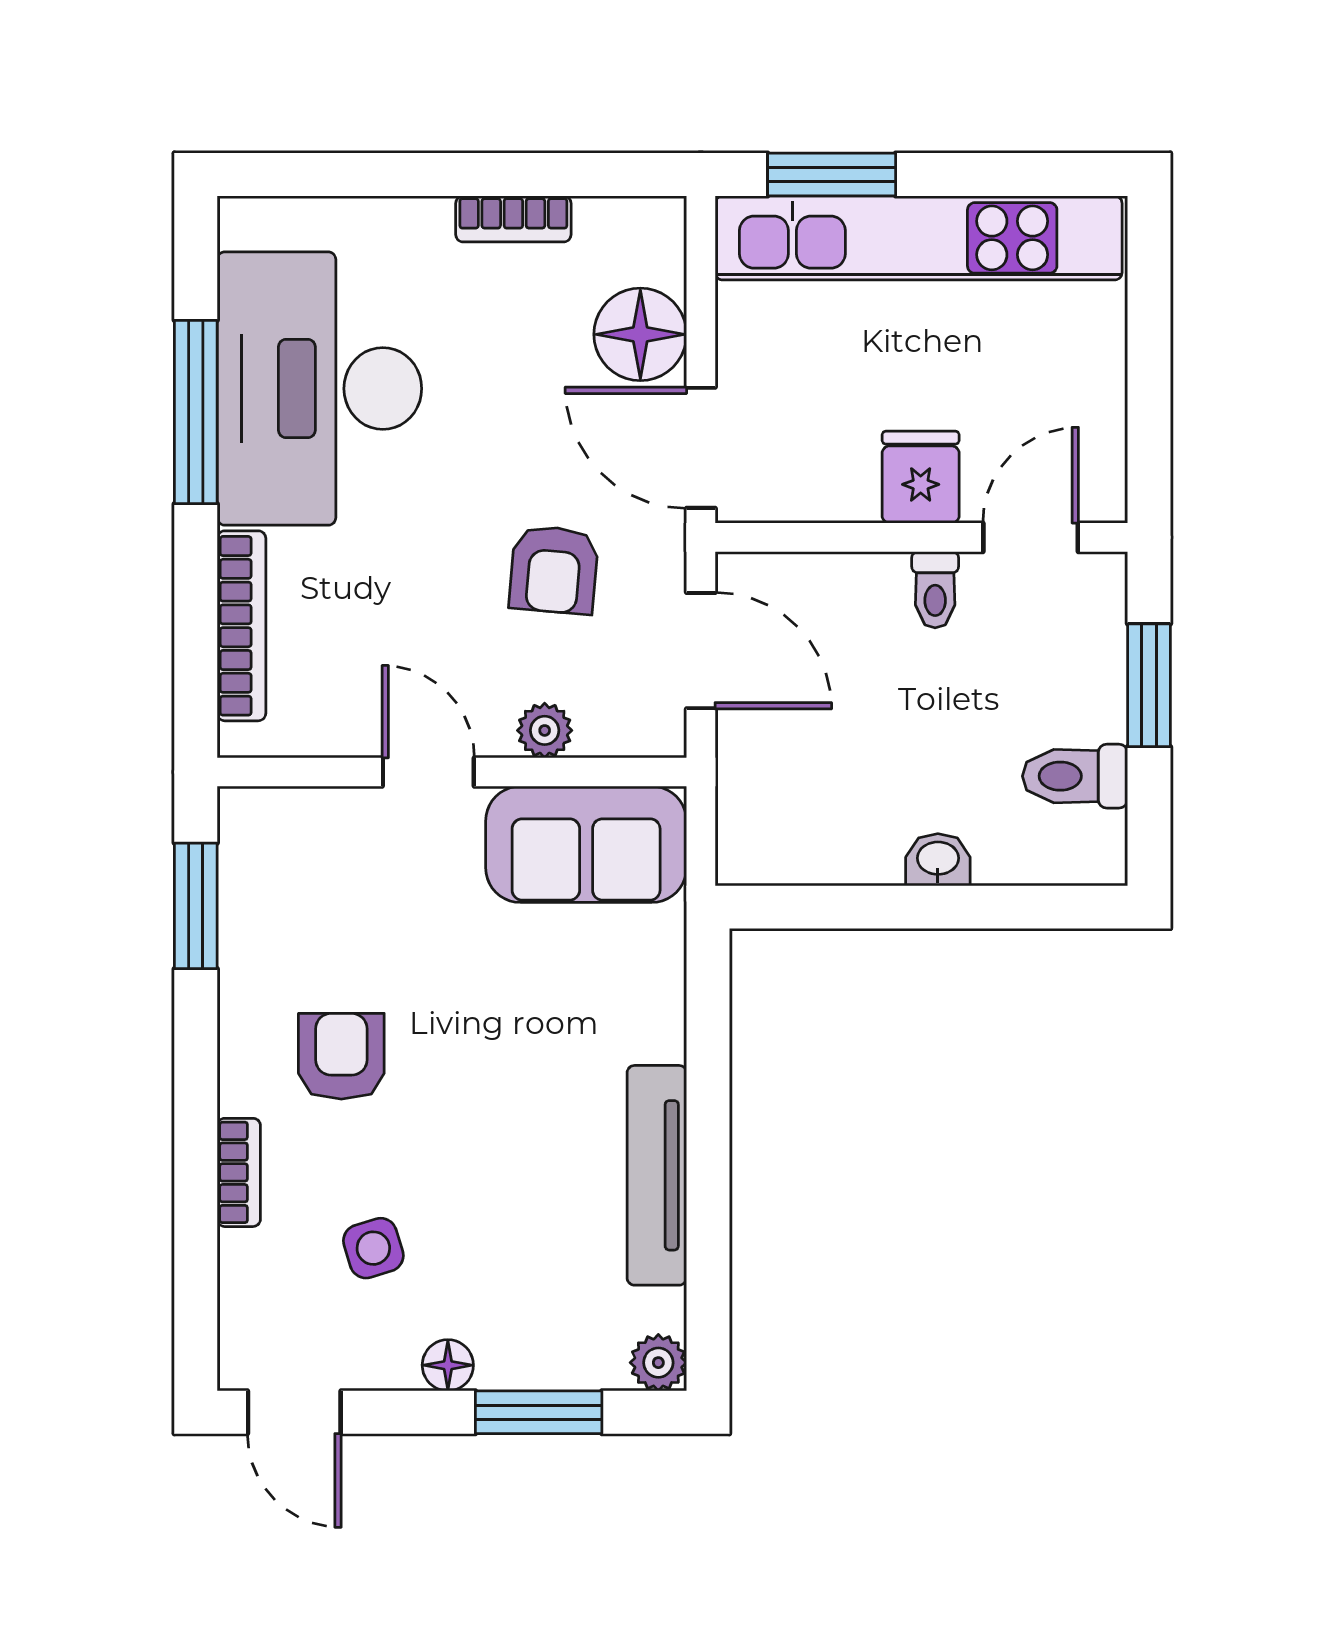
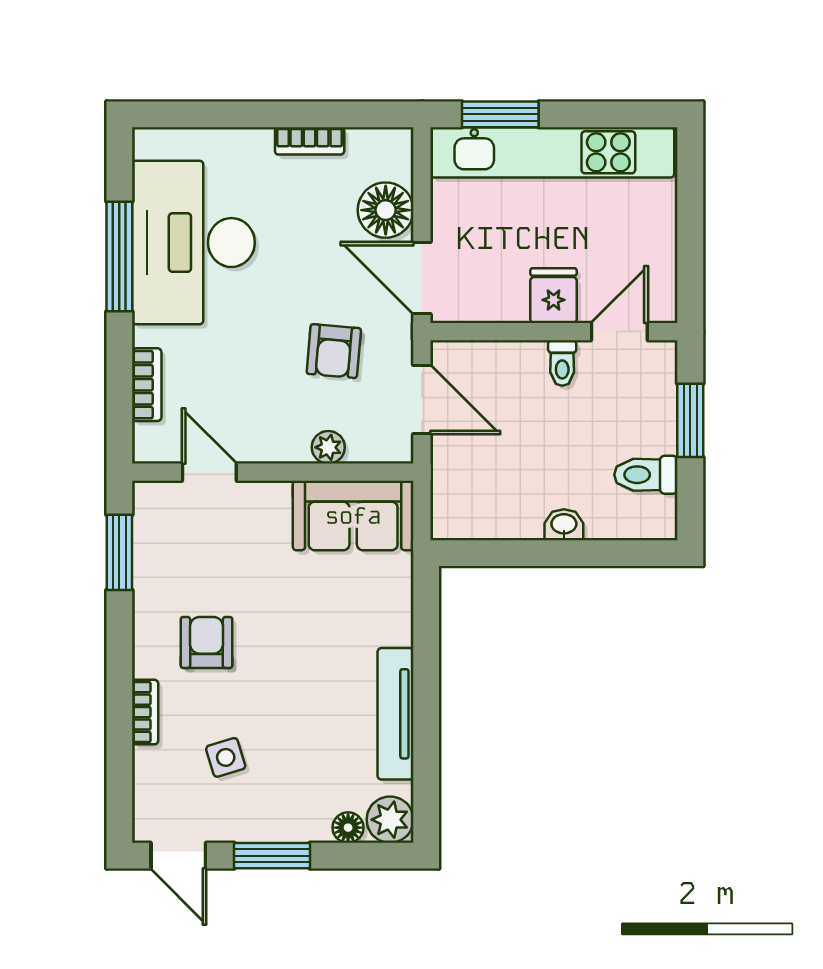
bookcase: (241, 626) -> (147, 385), width x0.64
door: (428, 772) -> (209, 472), moved
plant: (658, 1363) -> (390, 820), width x1.38, depth x1.38
floor lamp: (448, 1365) -> (348, 828), moved
window: (539, 1412) -> (272, 856), moved

